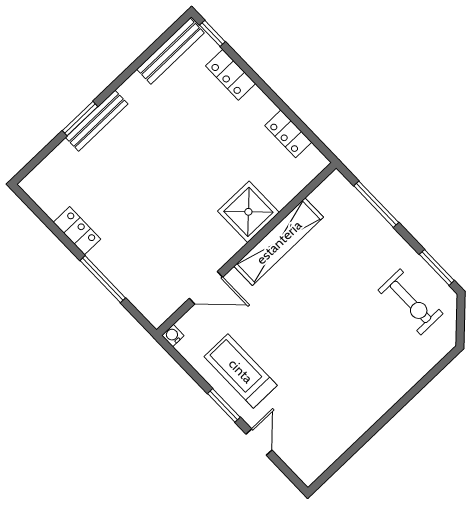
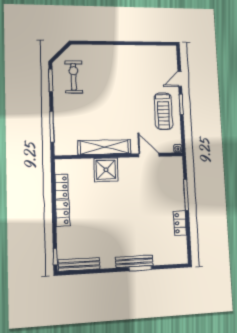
locker: (231, 75) -> (63, 213), moved

